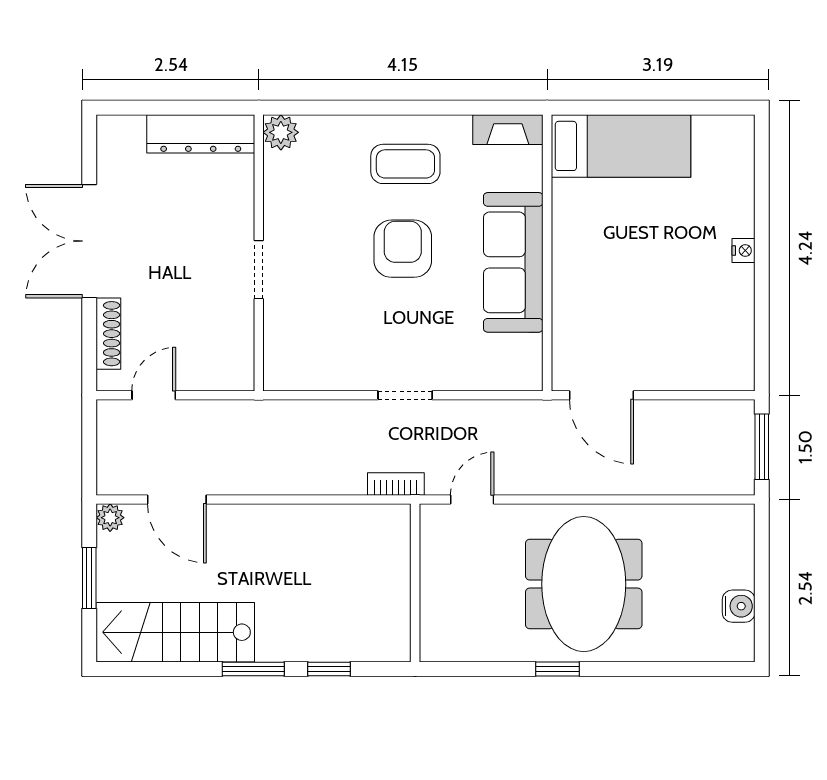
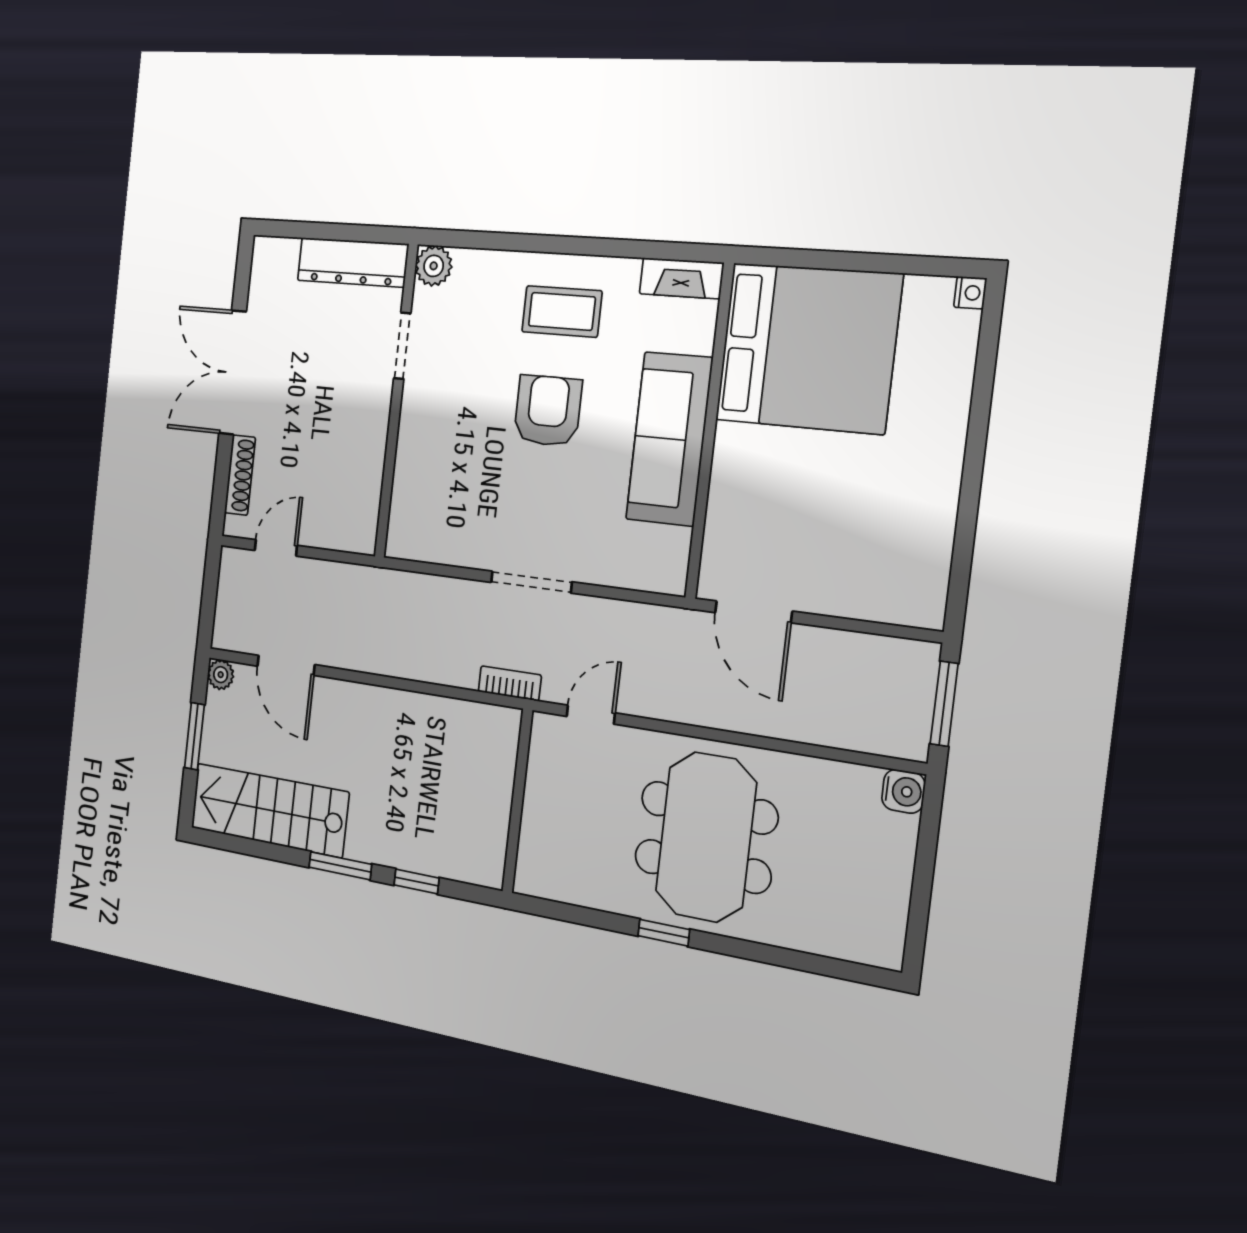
bed: (621, 146) -> (808, 348), width x2.04
nightstand: (743, 251) -> (970, 293), moved
doorway: (259, 270) -> (402, 346), moved
doorway: (405, 395) -> (531, 582), width x1.38
water cooler: (739, 606) -> (903, 791), moved

